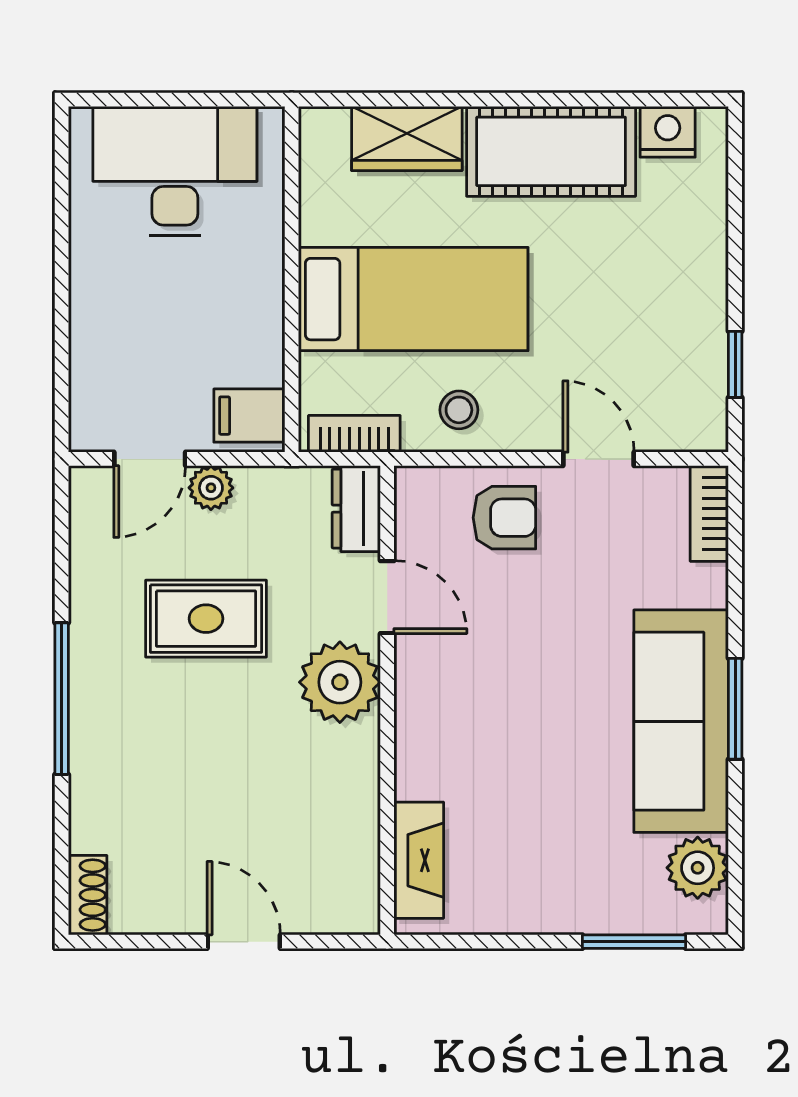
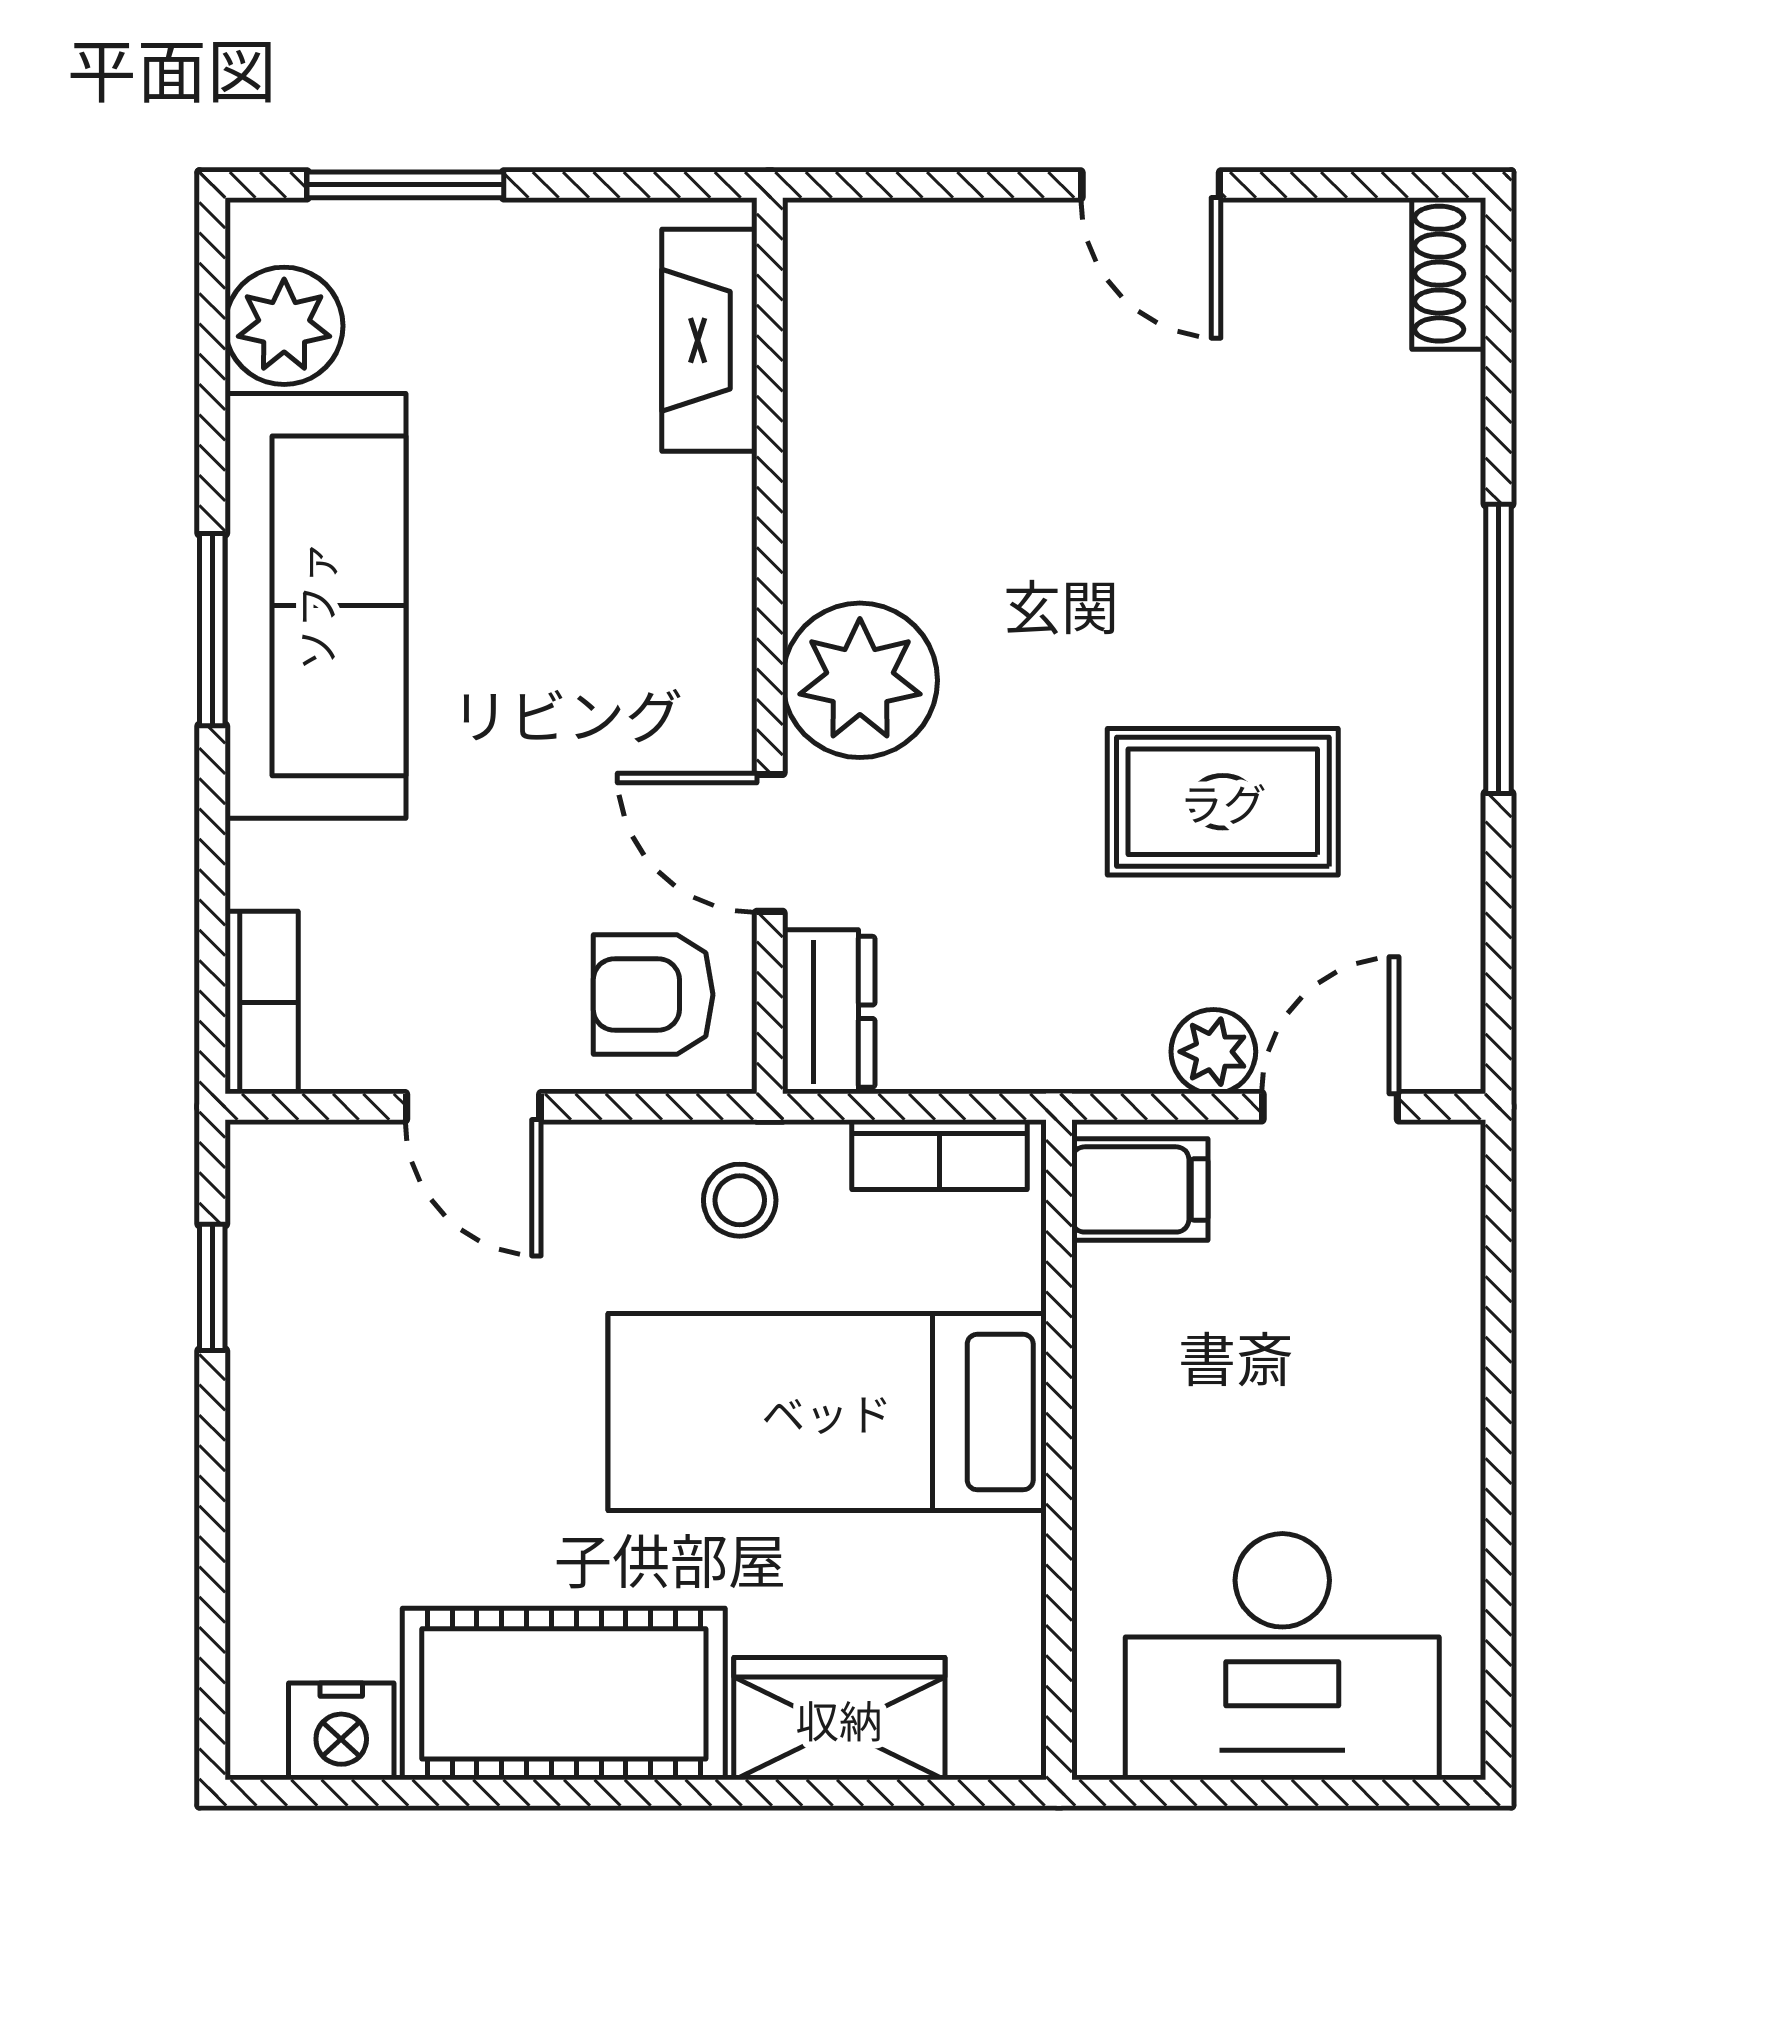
dresser: (356, 509) -> (829, 1012), moved
door: (387, 597) -> (770, 843), moved
plant: (340, 682) -> (860, 680), moved
wall: (387, 700) -> (770, 646), moved
fireplace: (419, 860) -> (709, 340), moved

